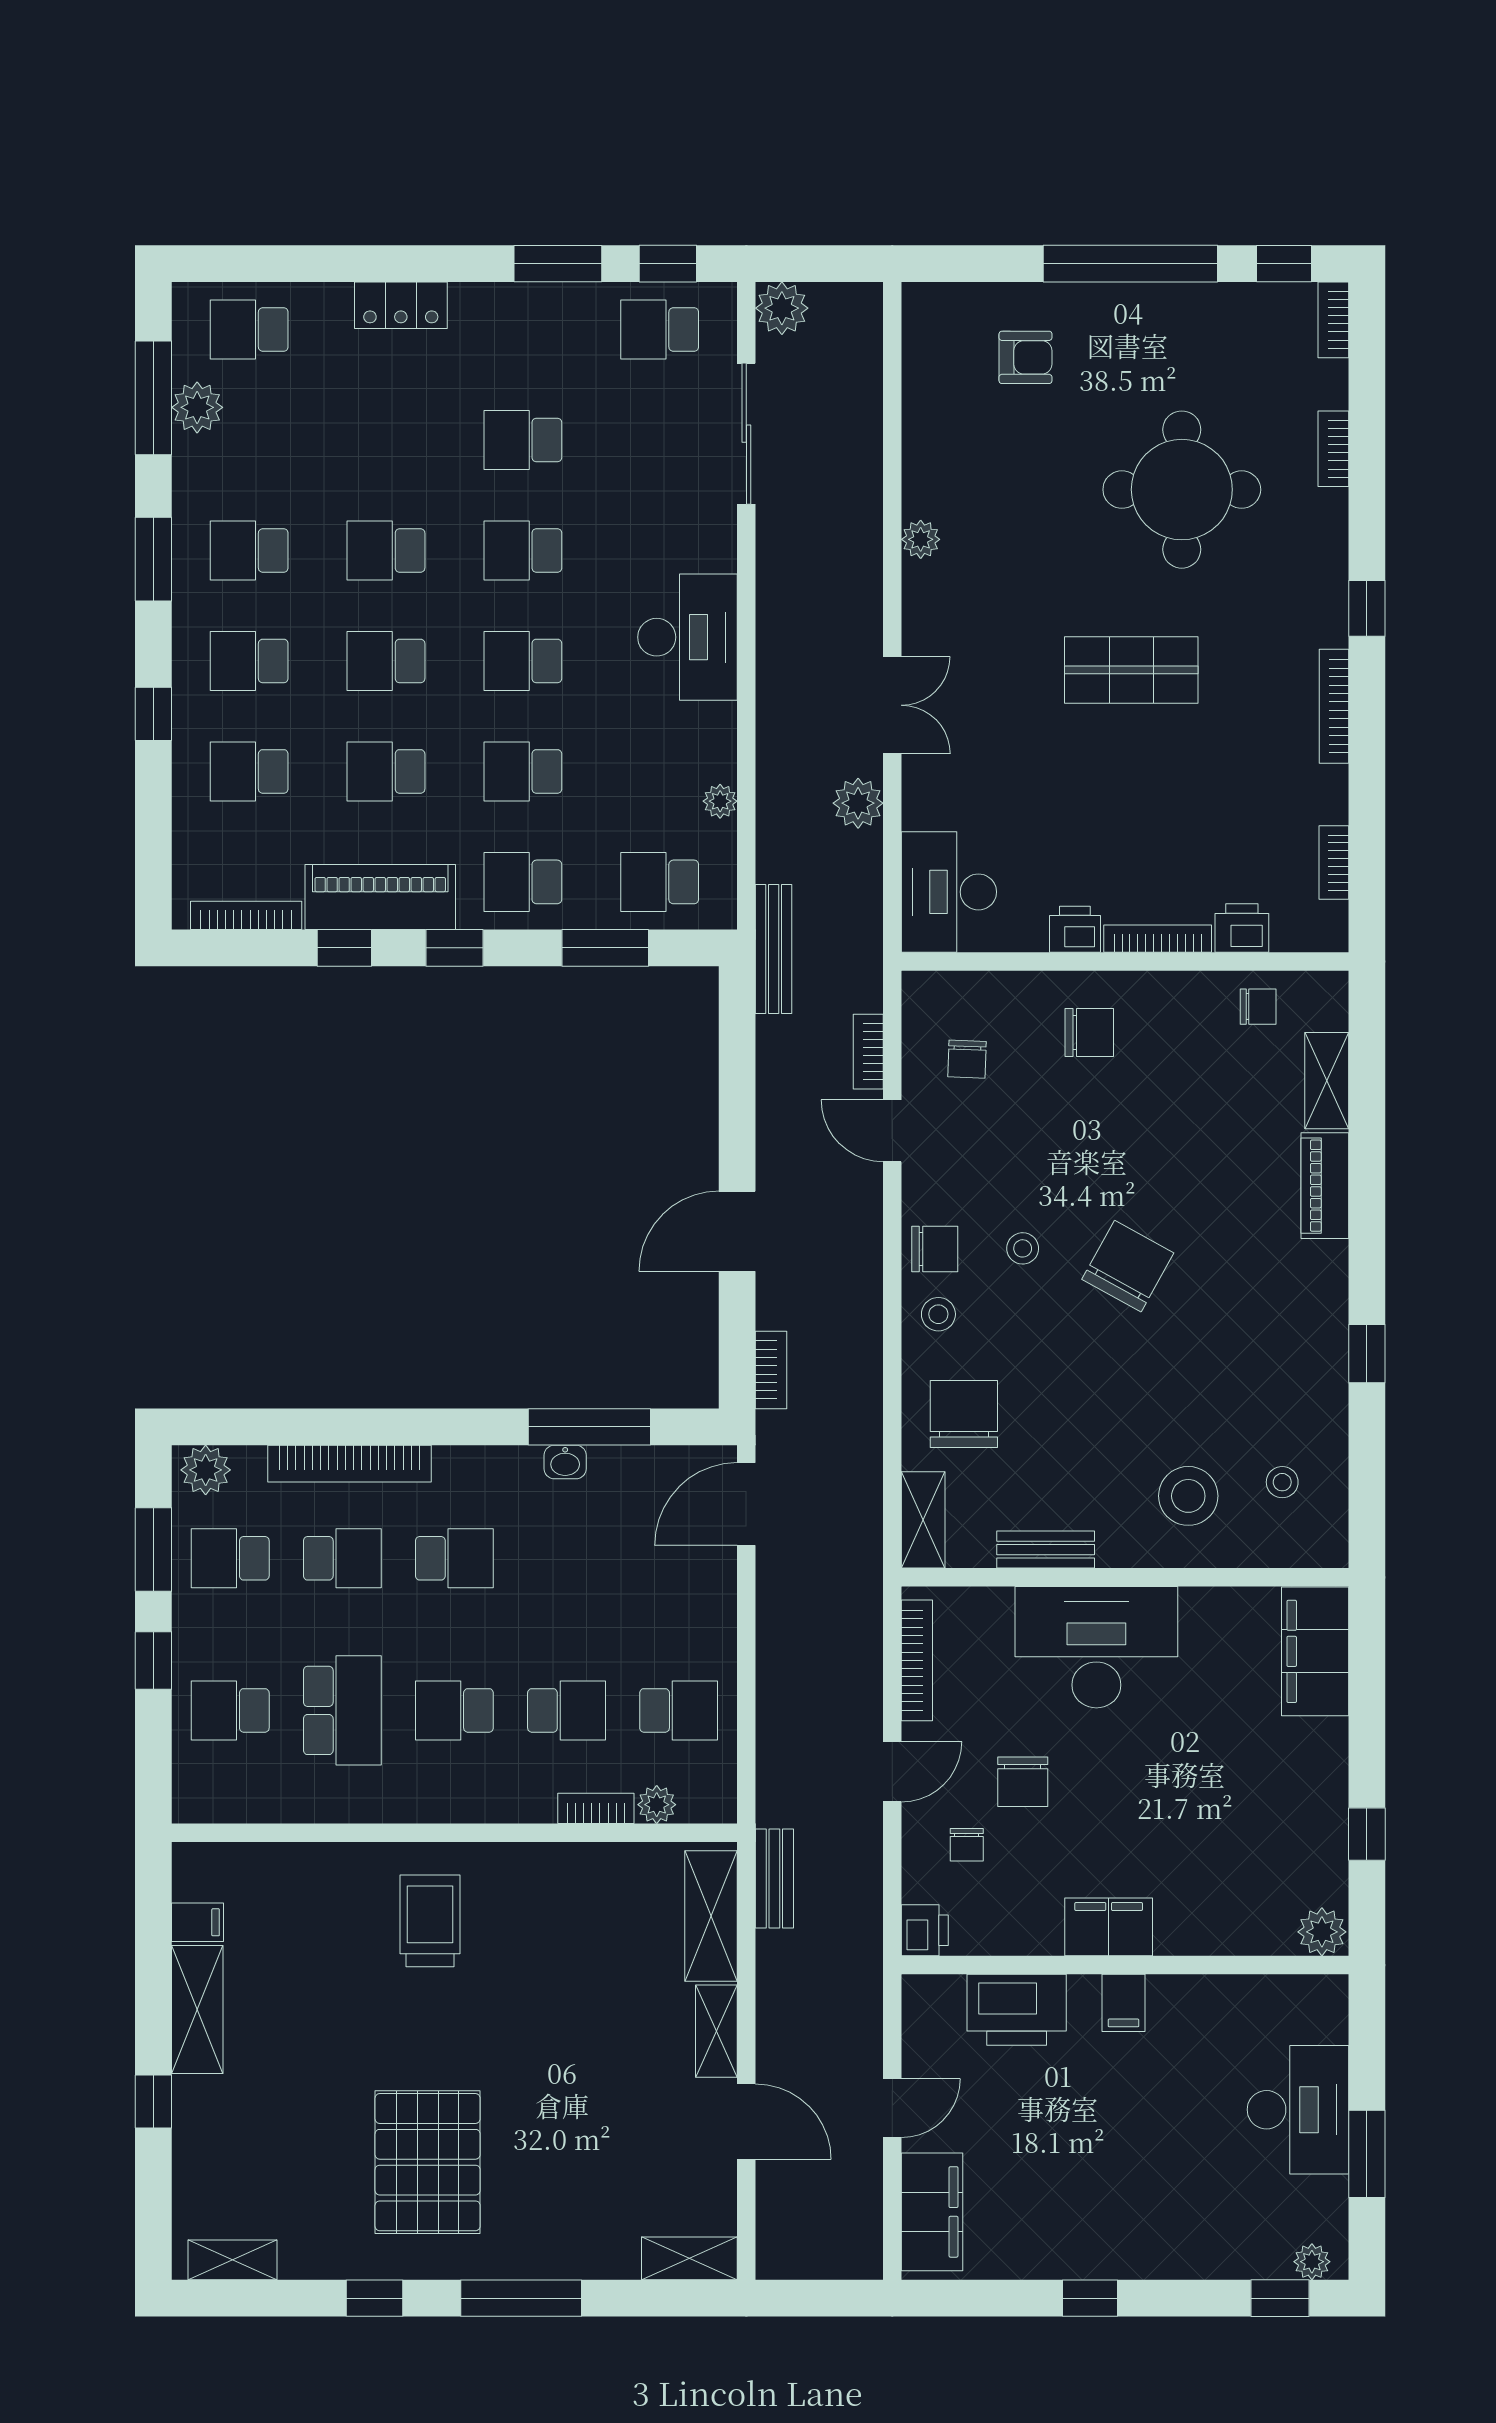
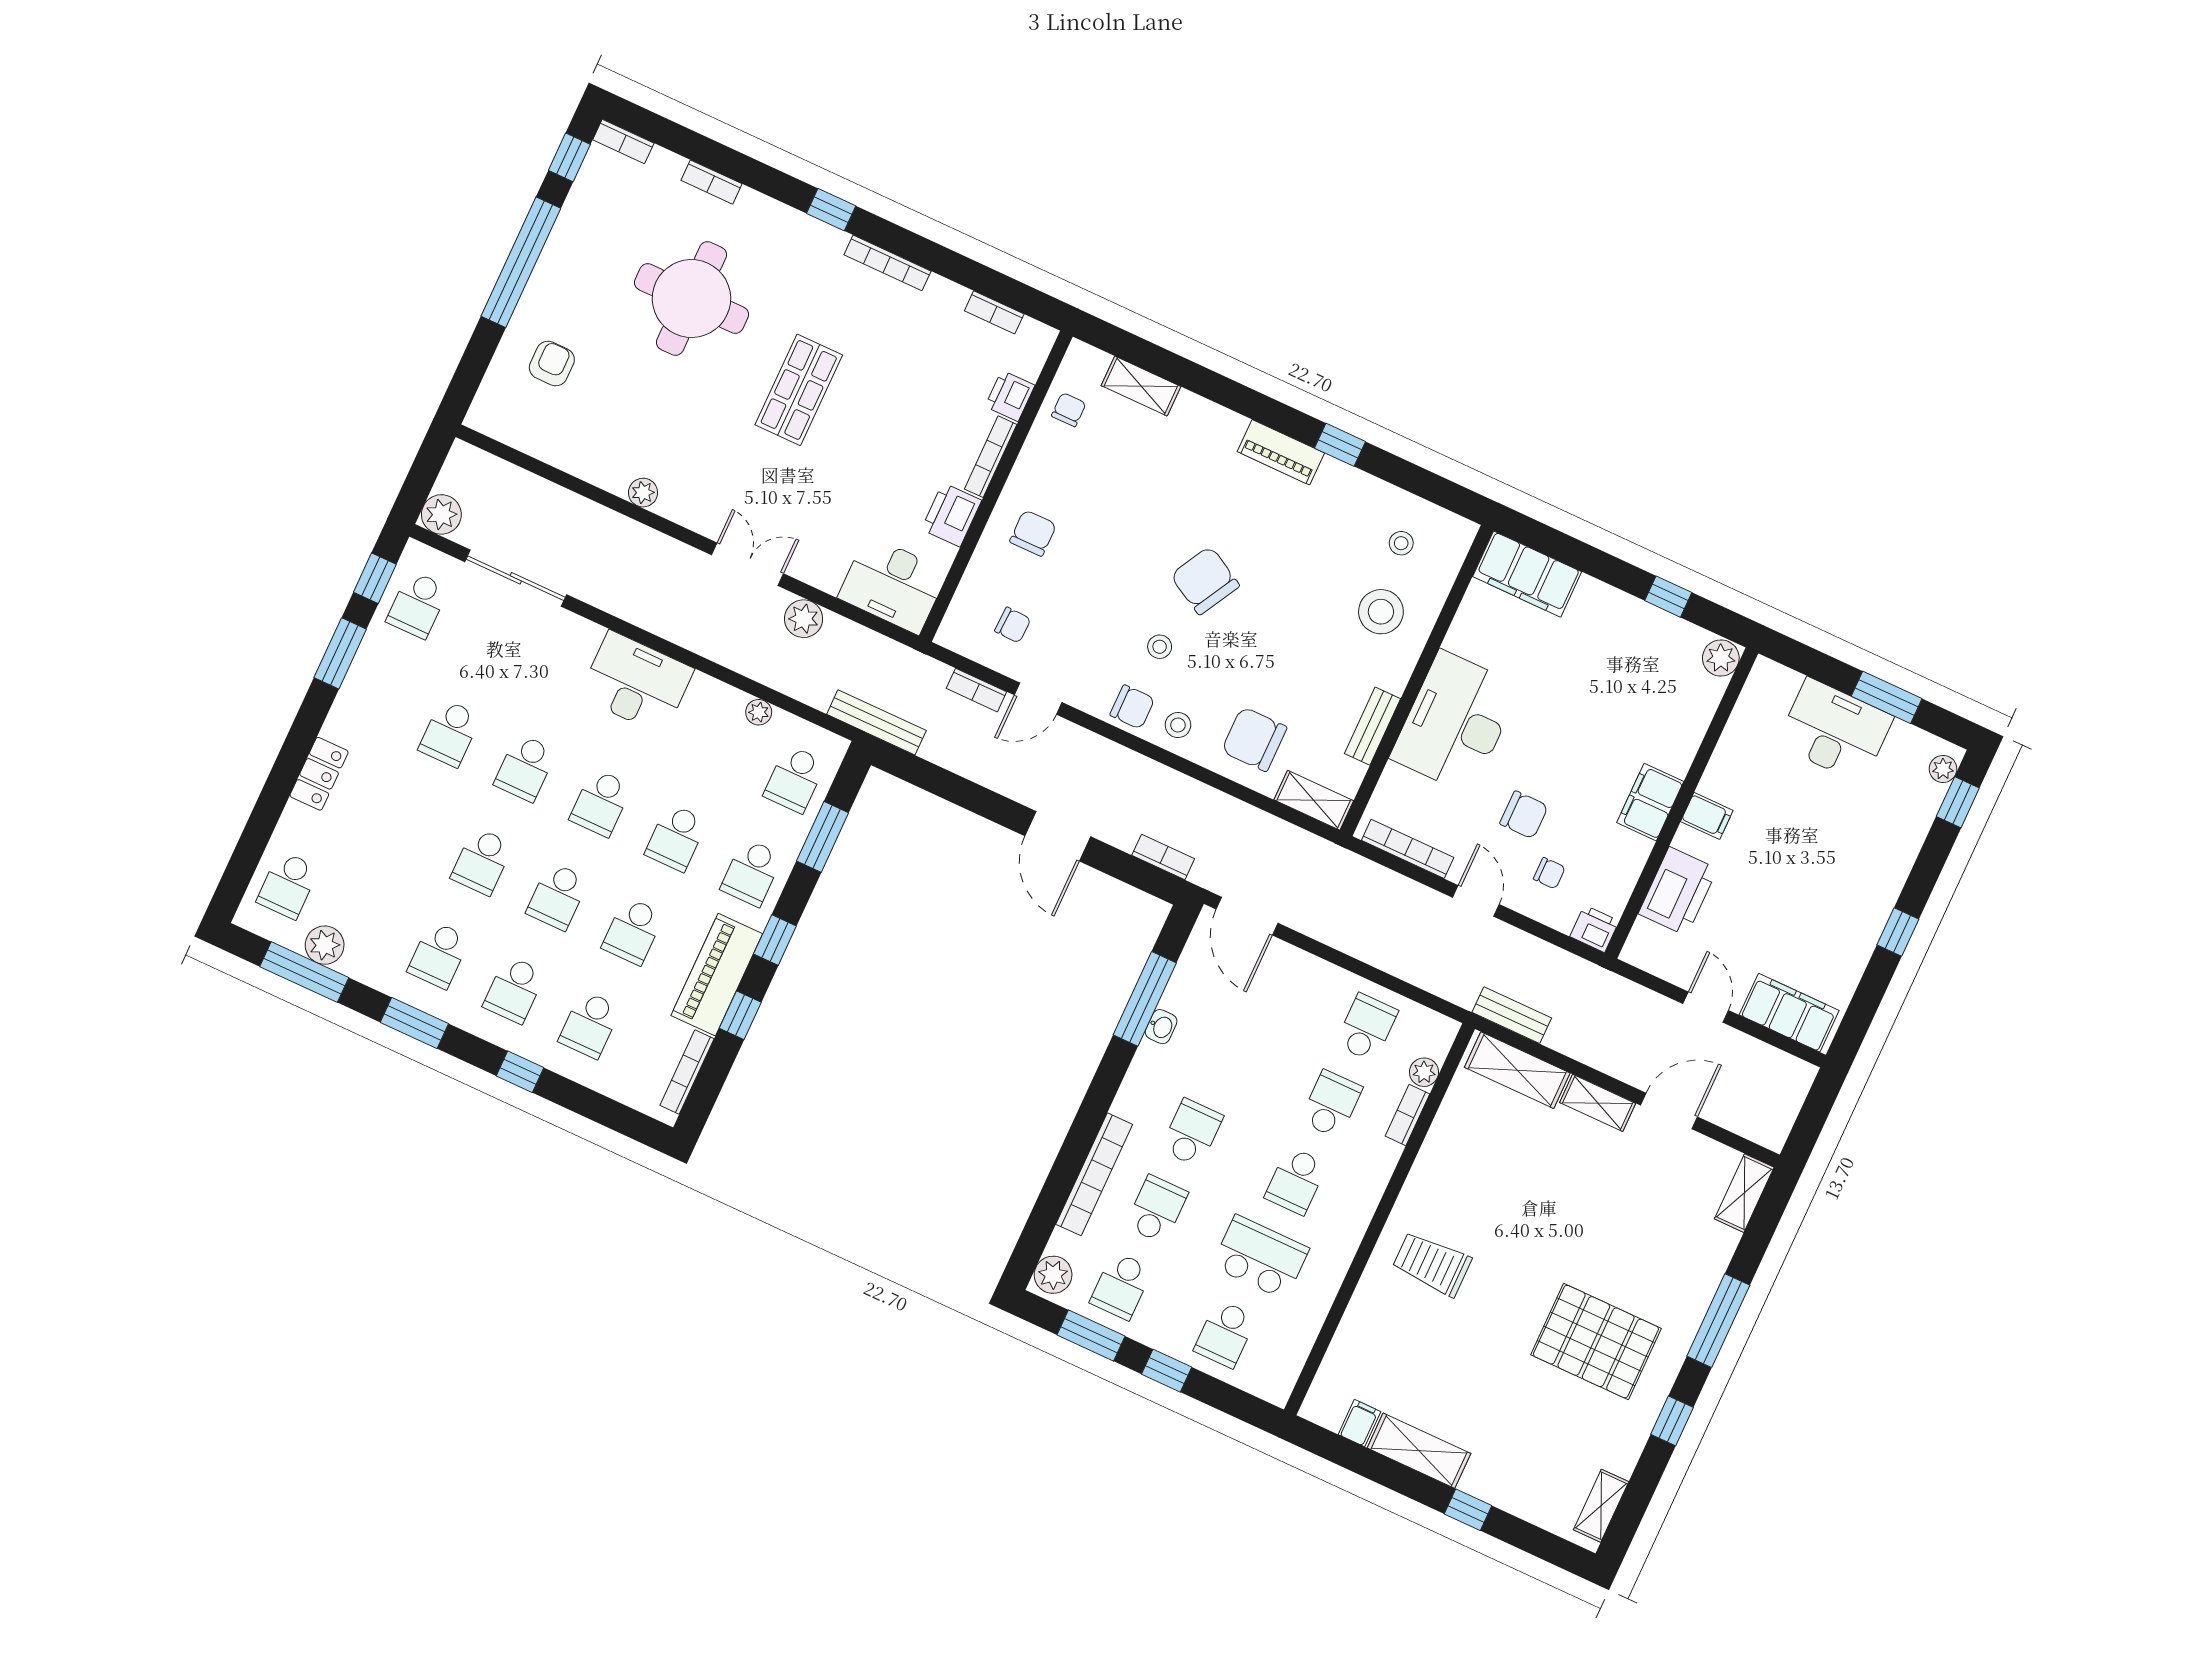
printer: (1075, 929) -> (951, 515), width x1.36, depth x1.24
piano: (1325, 1186) -> (1281, 452), moved
chair: (935, 1249) -> (1132, 707), turned 90

